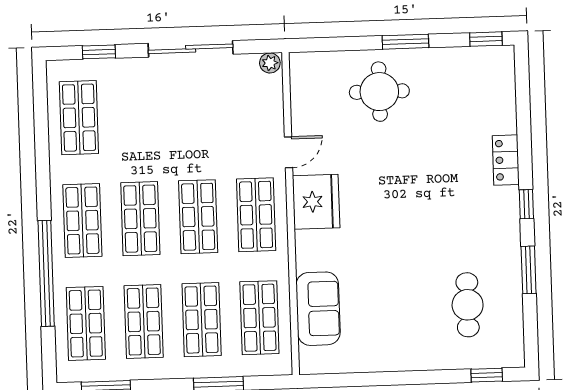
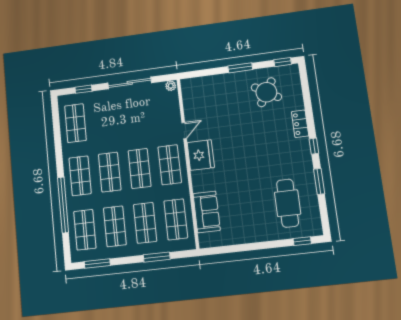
round table: (379, 92) -> (266, 92), moved, turned 31
cafe table: (468, 305) -> (288, 203), width x1.37, depth x1.35

